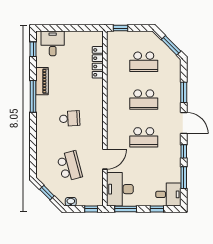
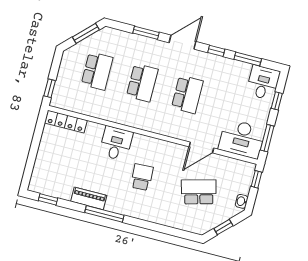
desk: (53, 43) -> (116, 143), moved, turned 90
locker: (98, 62) -> (66, 122), moved
door: (105, 159) -> (201, 147), swing flipped

